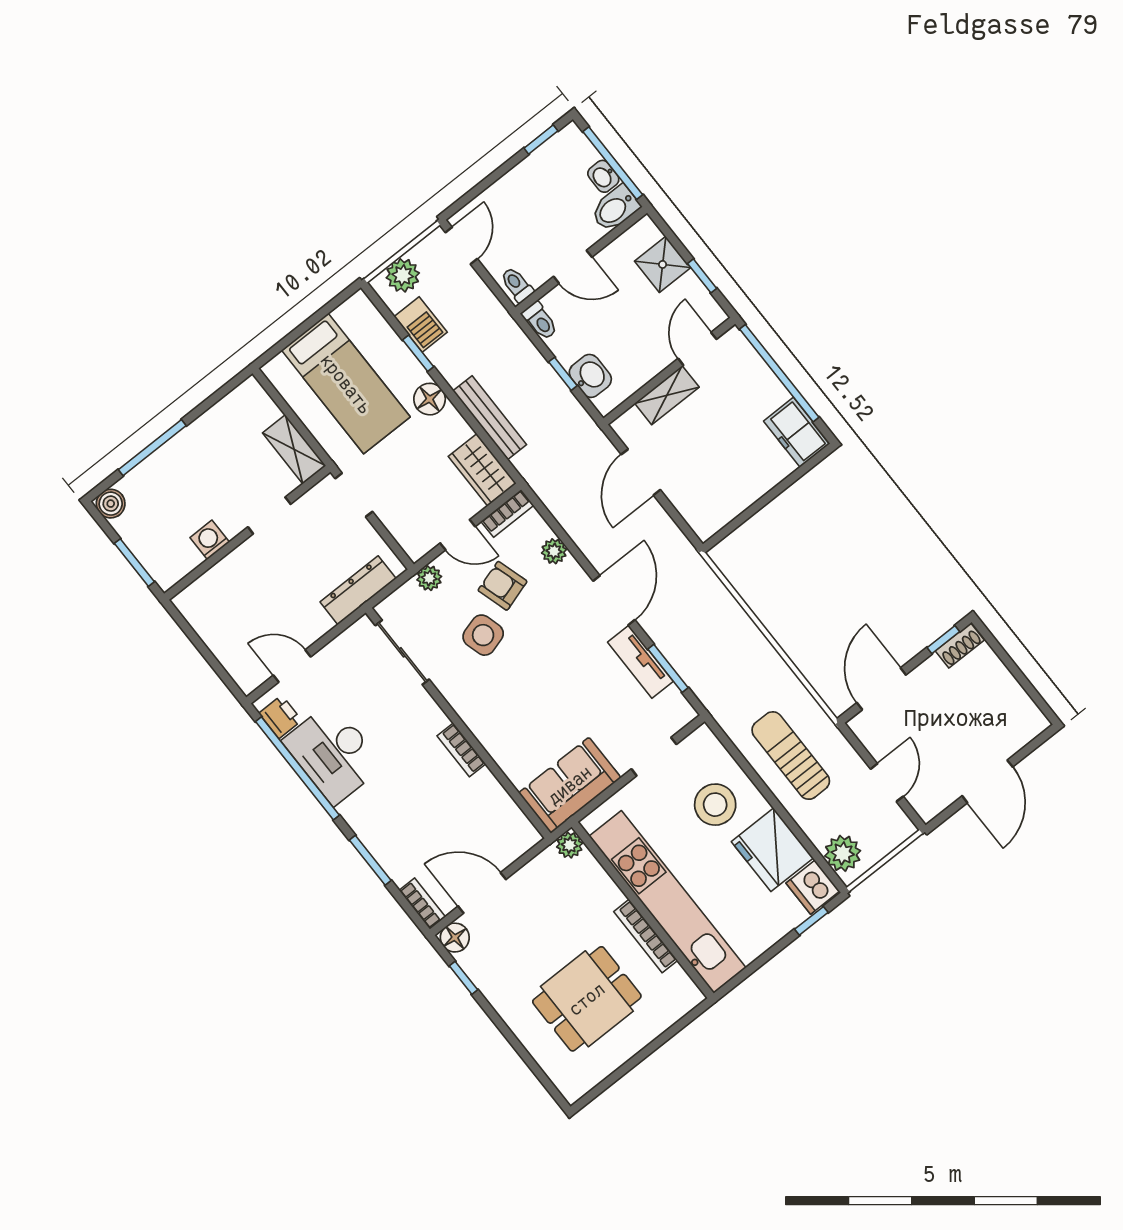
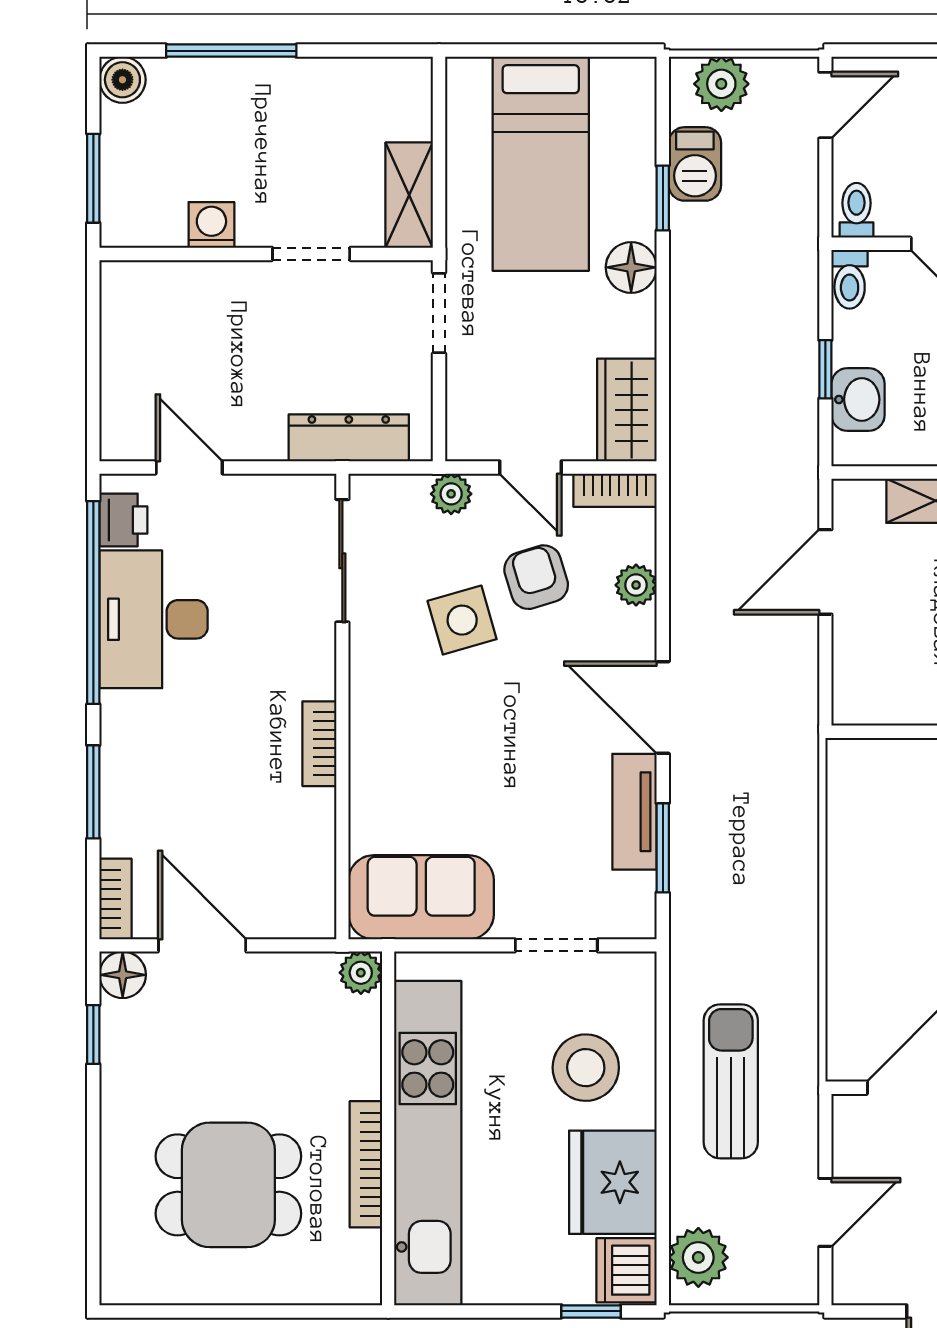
bench: (490, 418) -> (689, 351), removed
door: (614, 600) -> (663, 708), swing flipped

